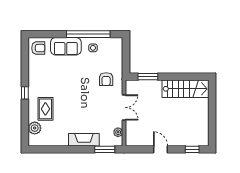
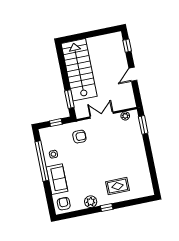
window: (126, 57) -> (56, 123), added
stairs: (185, 89) -> (79, 70), width x1.36, depth x1.51
plant: (35, 128) -> (91, 202), moved
fireplace: (84, 140) -> (138, 145), removed

